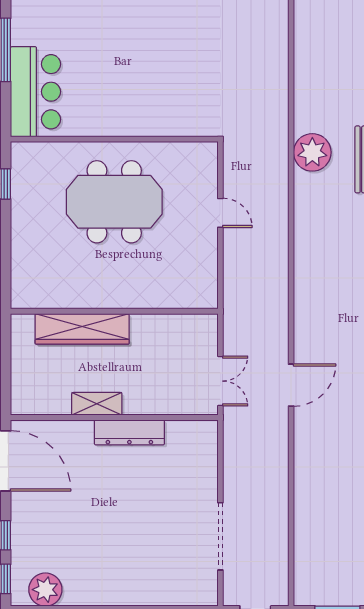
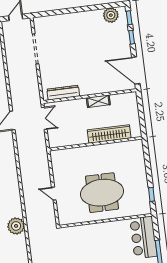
double door: (220, 381) -> (44, 118), swing flipped
dresser: (129, 432) -> (63, 93), moved

